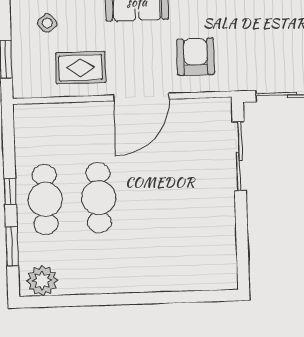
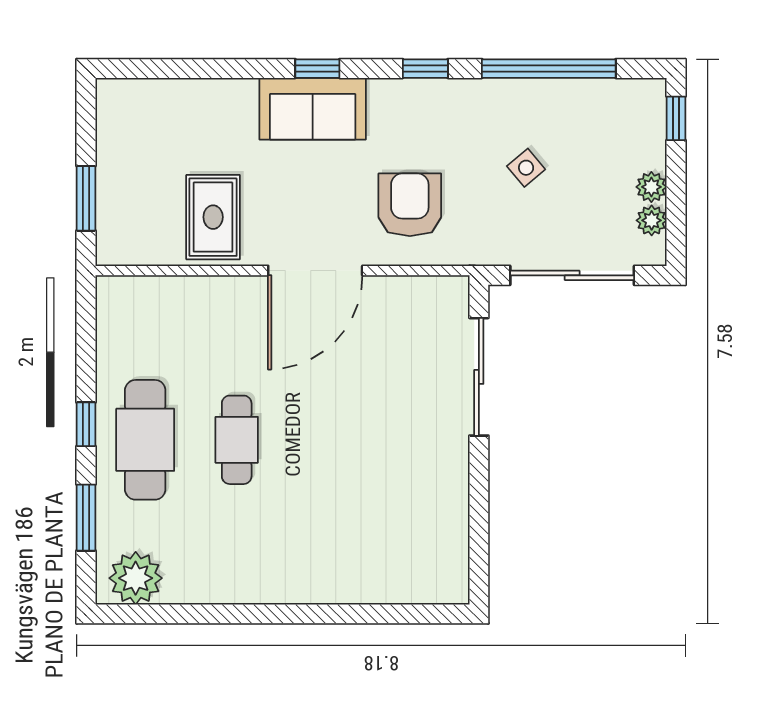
side table: (47, 23) -> (526, 168), moved
rug: (81, 68) -> (213, 217), turned 90
cafe table: (99, 198) -> (237, 440), width x0.73, depth x0.74

